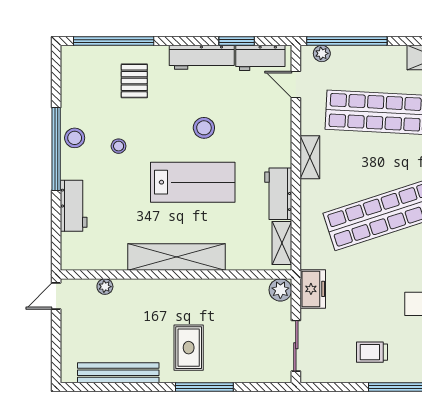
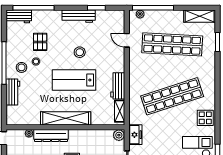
workbench: (260, 58) -> (19, 16), moved
pallet: (134, 81) -> (40, 42), moved
door: (296, 85) -> (127, 40), moved
stool: (75, 138) -> (22, 67), moved
shelving: (310, 157) -> (134, 67), removed
lab bench: (193, 182) -> (74, 80), turned 180
dresser: (148, 291) -> (51, 135), added

